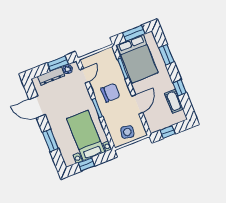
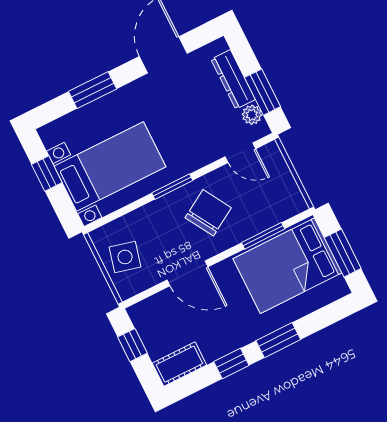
window: (166, 55) -> (278, 340), moved
chair: (110, 93) -> (208, 213), turned -121
cot: (174, 101) -> (179, 364), moved

